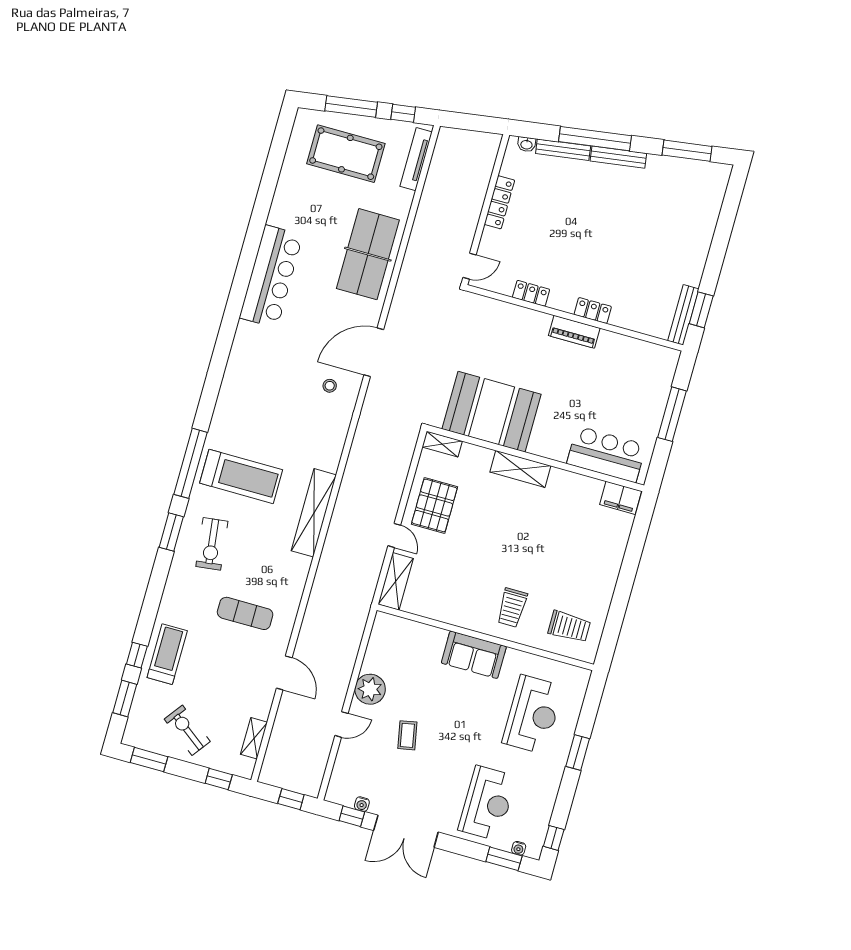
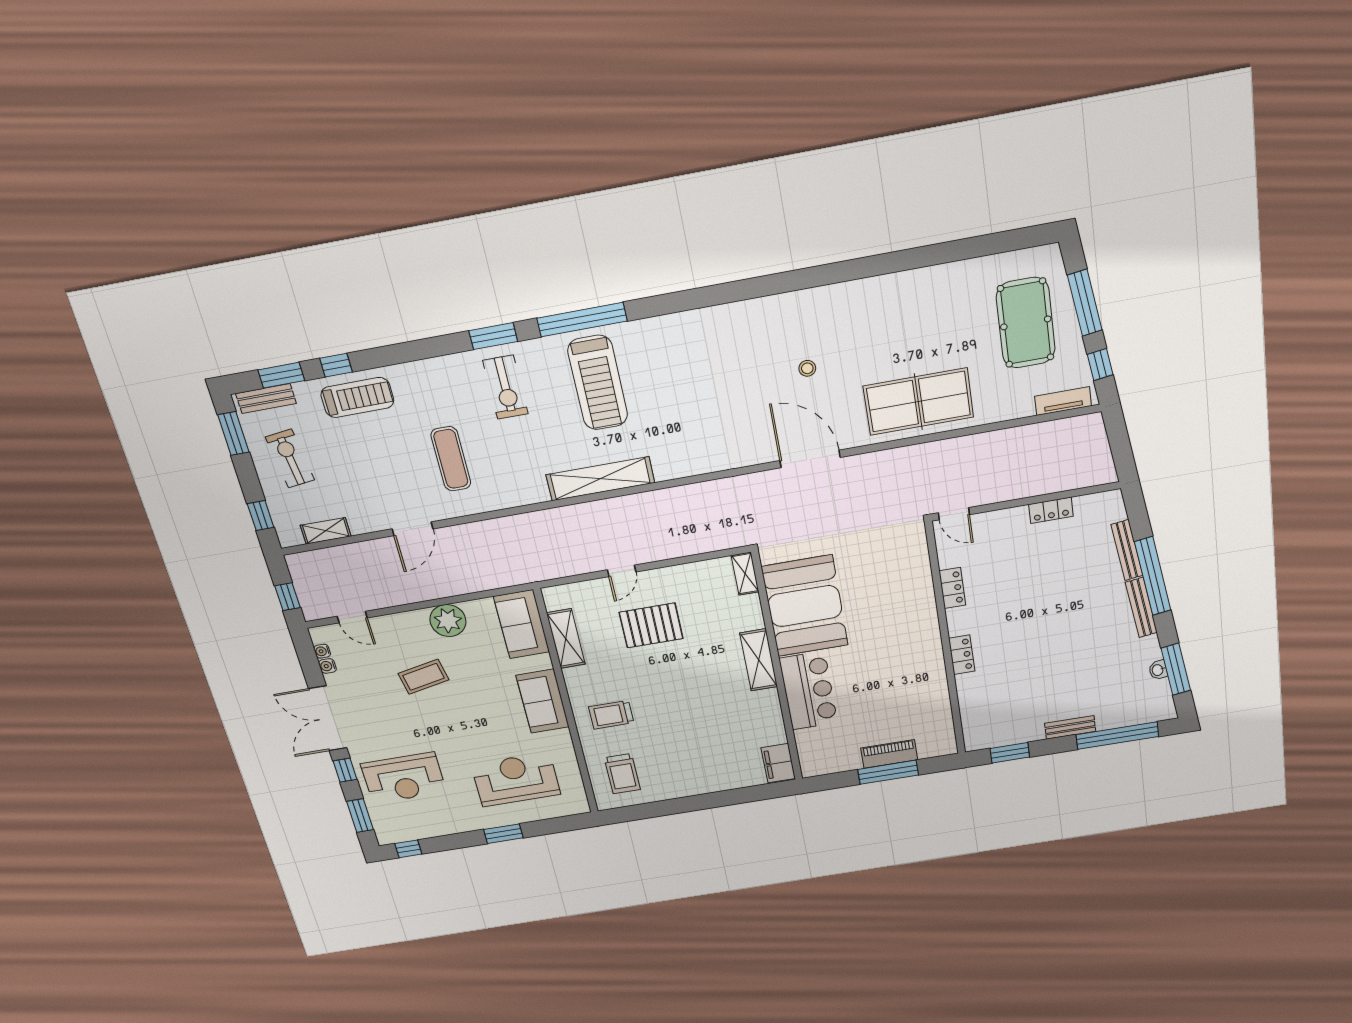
washbasin: (526, 144) -> (1158, 670), moved
tv unit: (416, 159) -> (1063, 401), width x0.71
locker: (499, 202) -> (1051, 510), width x0.66
window: (727, 219) -> (1117, 736), added
bar counter: (271, 276) -> (843, 307), removed
bench: (683, 315) -> (1070, 727), moved, width x0.73
piano: (574, 332) -> (889, 754), moved, turned 90
stool: (330, 386) -> (807, 368), moved
bar counter: (606, 454) -> (808, 691), moved
pallet: (434, 505) -> (651, 625), moved
exercise bike: (212, 544) -> (505, 387), turned -83
shelving: (396, 581) -> (566, 639), moved, turned 90
sofa: (401, 635) -> (522, 624), added
reception desk: (533, 714) -> (516, 780), turned 180
bench: (136, 720) -> (266, 398), added
door: (342, 724) -> (352, 617), moved
exercise bike: (187, 730) -> (290, 458), turned -44
coffee table: (407, 735) -> (423, 677), width x1.36, depth x1.30
window: (352, 816) -> (345, 770), moved
water cooler: (519, 848) -> (322, 651), moved

